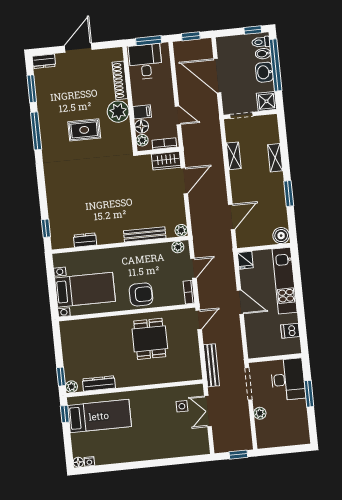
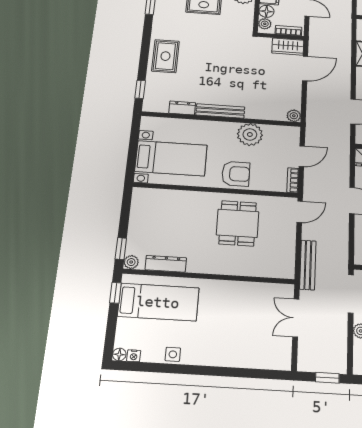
rug: (61, 191) -> (165, 56), added
bench: (145, 234) -> (220, 111), moved
plant: (178, 247) -> (250, 134), moved, width x1.88, depth x1.88
side table: (182, 406) -> (173, 354), moved

